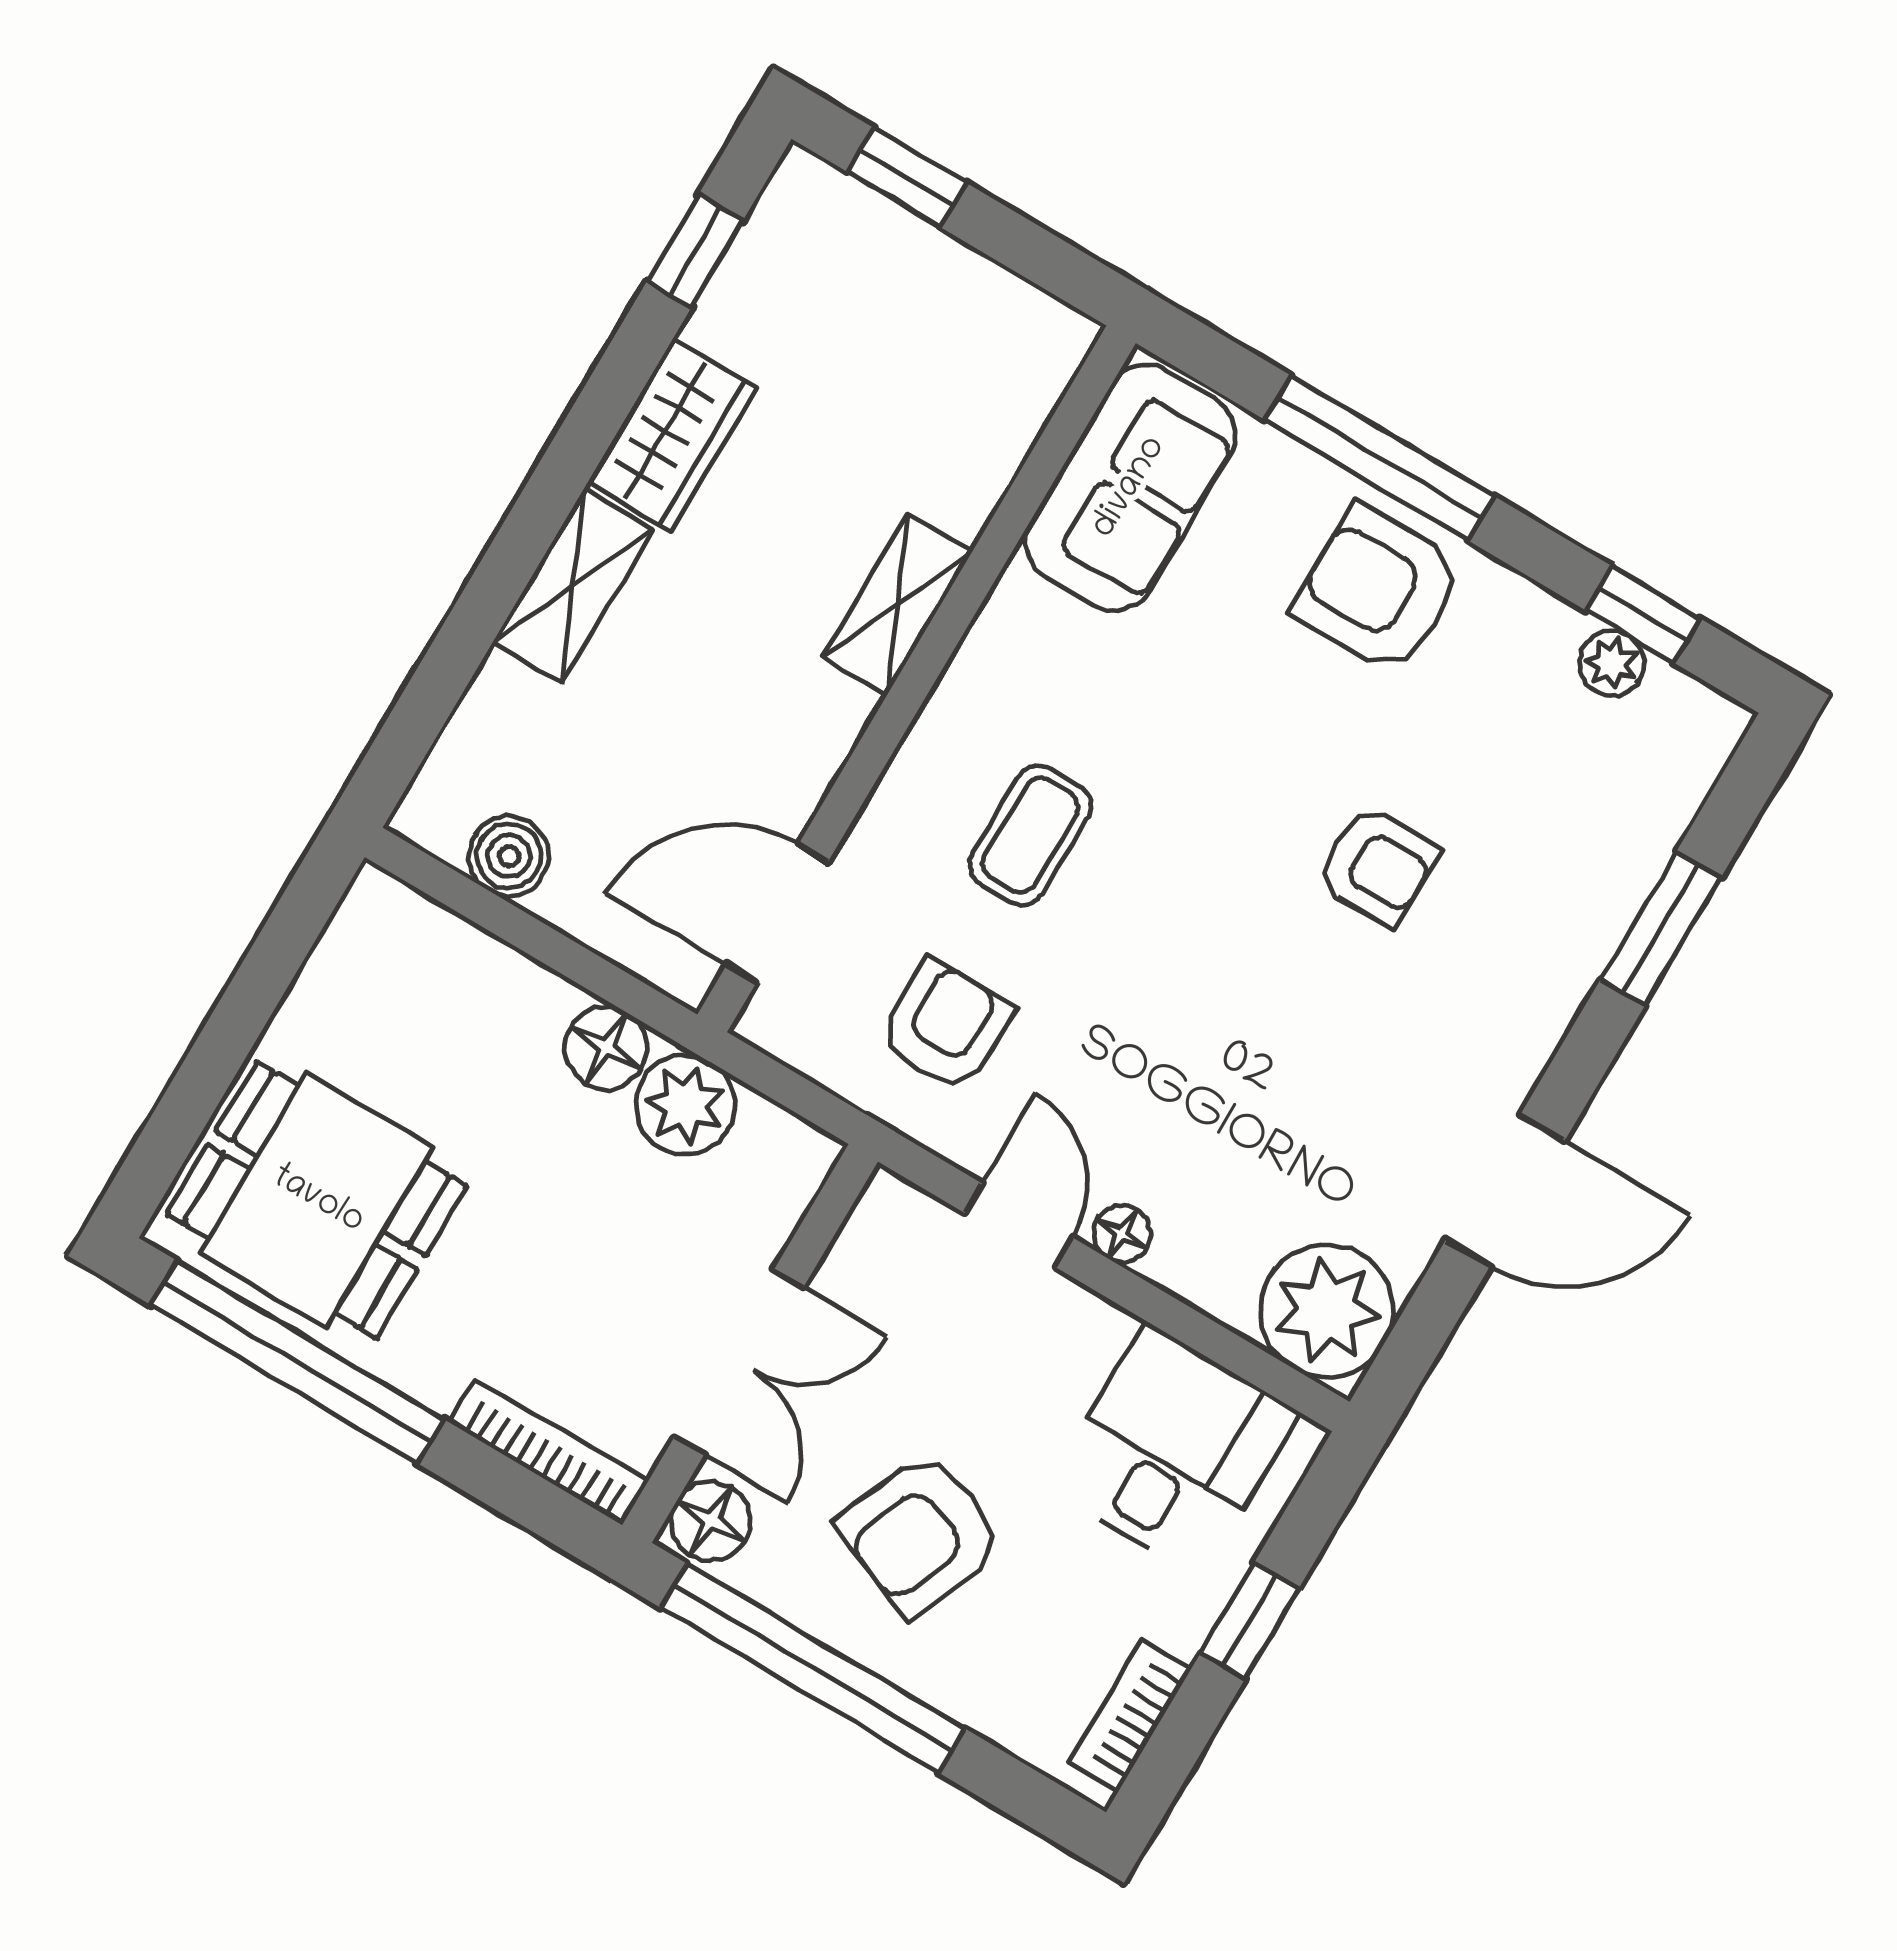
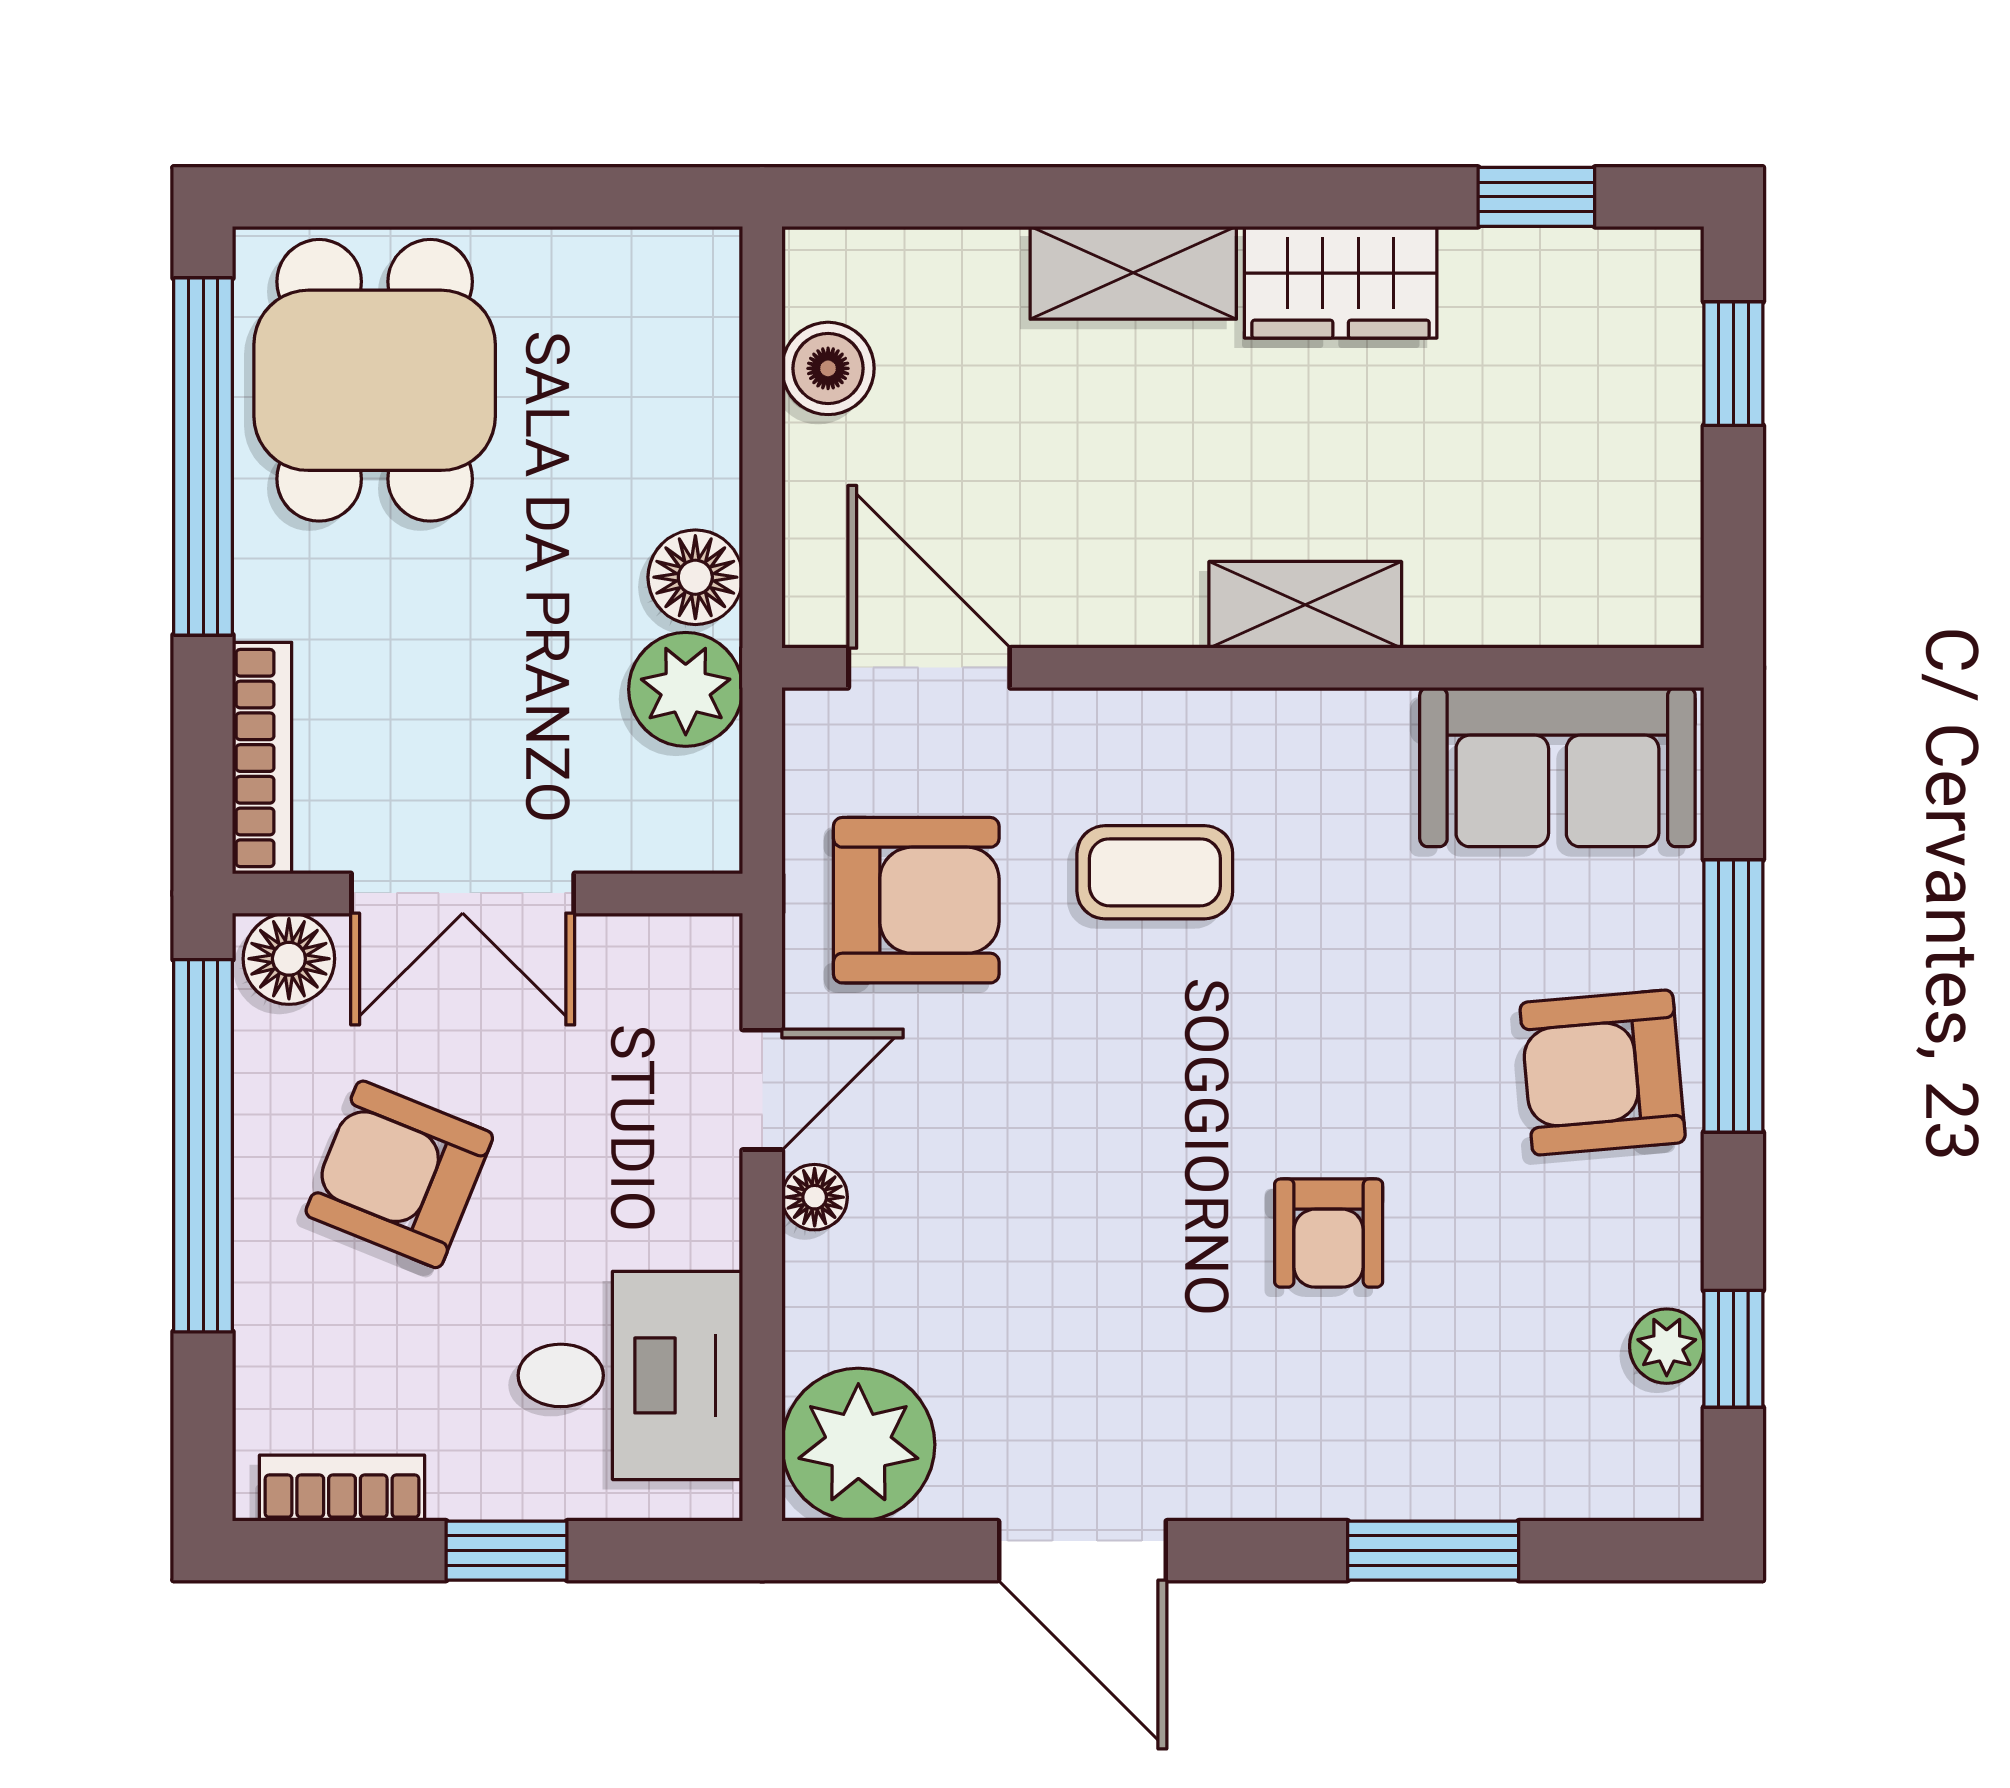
armchair: (1379, 590) -> (1603, 1072), turned -95
armchair: (945, 1026) -> (916, 900), width x1.38, depth x1.38

